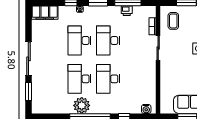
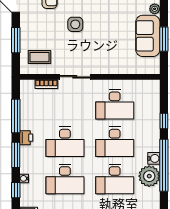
printer: (127, 11) -> (26, 138), moved
desk: (137, 79) -> (115, 104), added
water cooler: (146, 109) -> (154, 158), moved

